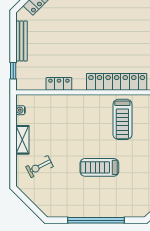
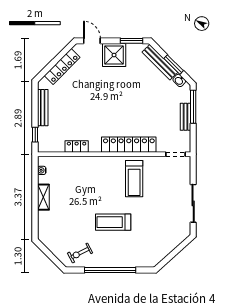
exercise bike: (39, 167) -> (80, 253), moved

